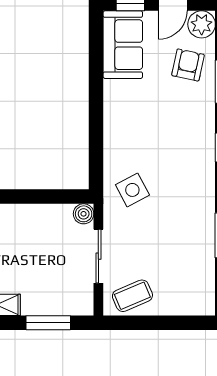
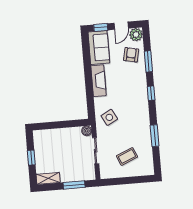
fireplace: (116, 113) -> (98, 81), added
coffee table: (132, 296) -> (127, 156), moved

